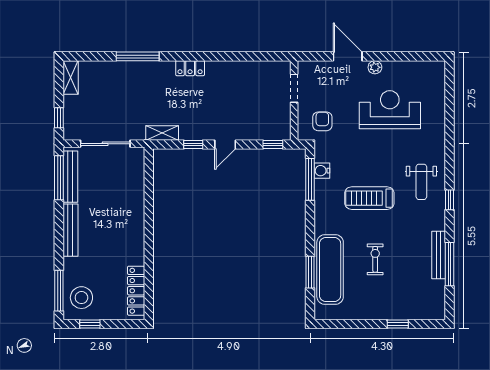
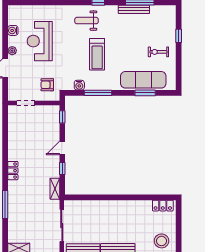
water cooler: (406, 68) -> (13, 30), added
door: (225, 145) -> (62, 148), swing flipped
window: (310, 179) -> (98, 93), moved
weight bench: (421, 182) -> (86, 21), turned 180
exercise bike: (375, 259) -> (158, 52), moved
locker: (136, 291) -> (163, 206), width x0.66
window: (90, 324) -> (179, 236), removed

